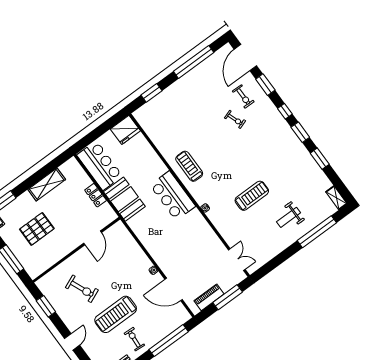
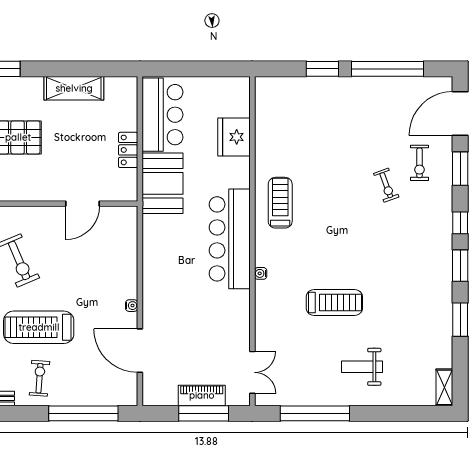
window: (151, 93) -> (322, 69), moved
fridge: (125, 130) -> (234, 137), moved, turned 90
bar counter: (173, 196) -> (230, 239), width x1.36
window: (317, 232) -> (315, 413), moved
piano: (209, 297) -> (202, 395), moved

